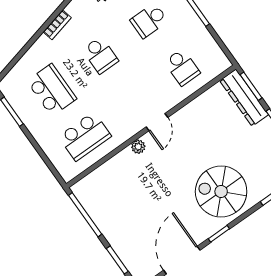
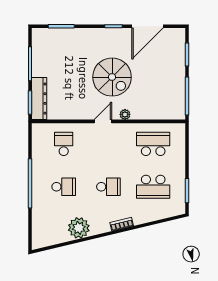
school desk: (100, 55) -> (108, 187), turned 90
school desk: (52, 90) -> (153, 187), turned -90
spiral stairs: (221, 191) -> (112, 77), moved

